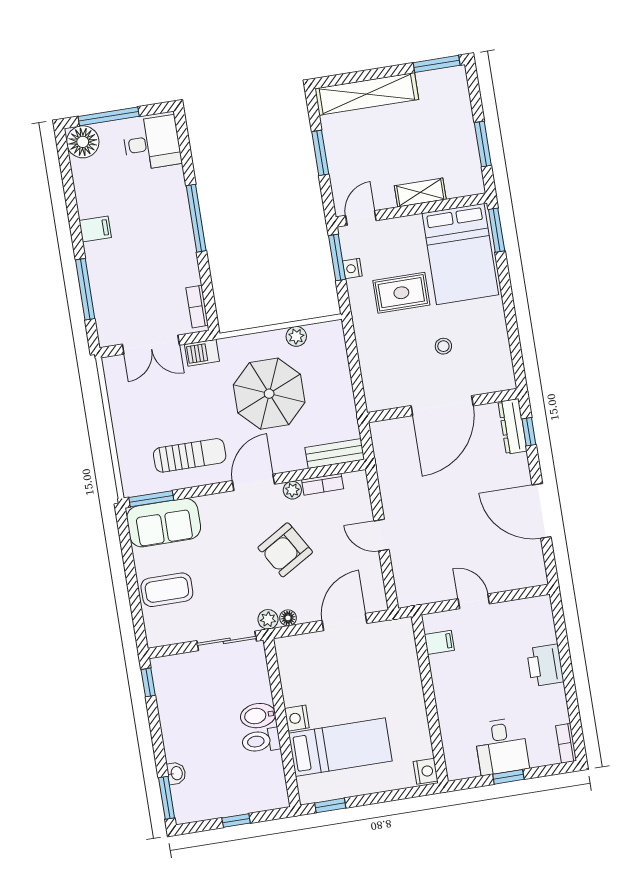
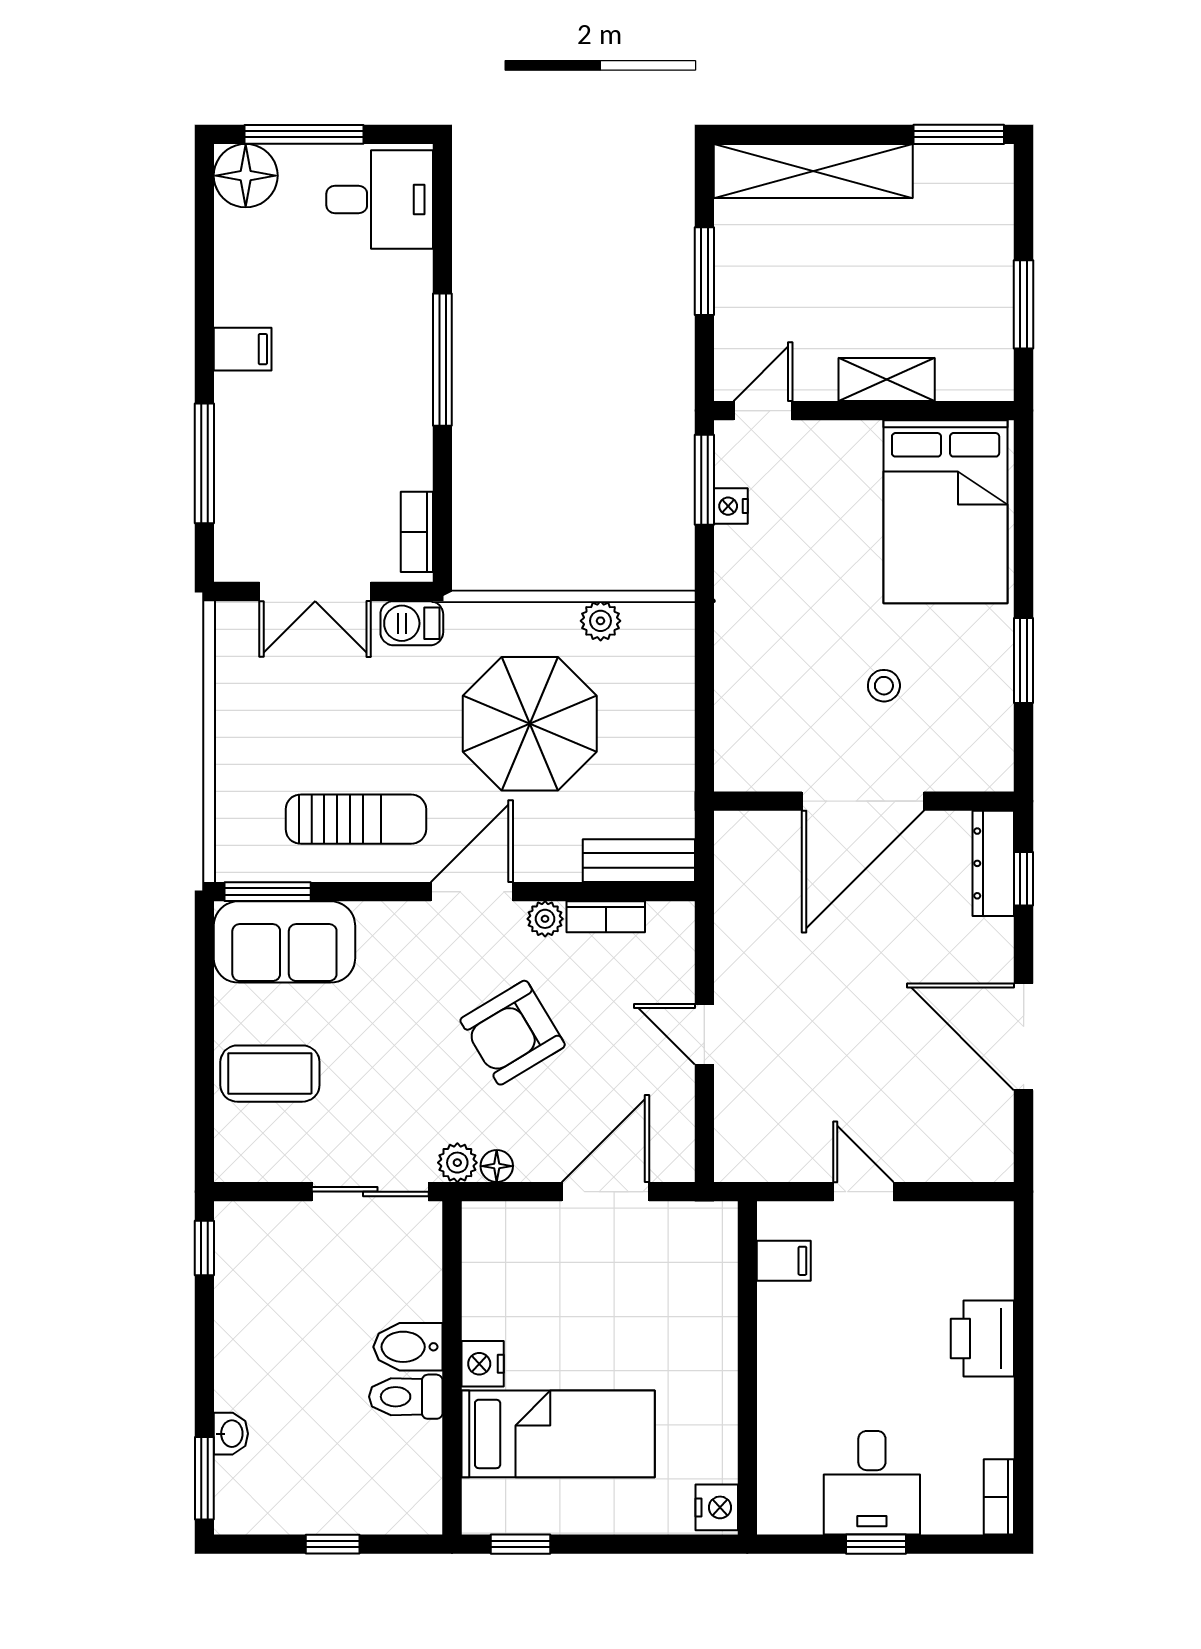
window: (497, 230) -> (1024, 660), moved
rug: (401, 293) -> (819, 569), removed

